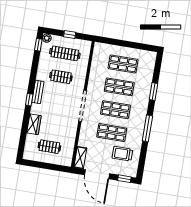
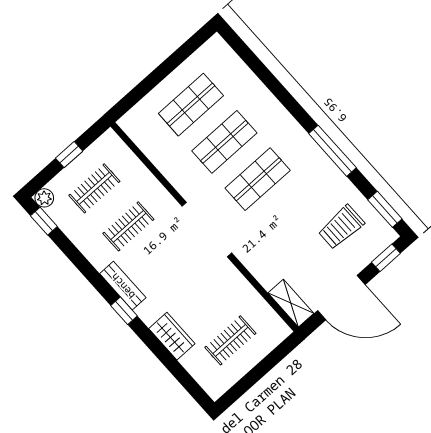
clothes rail: (65, 53) -> (94, 188), width x0.73
window: (154, 91) -> (385, 209), moved
shop shelf: (112, 133) -> (291, 216), removed

